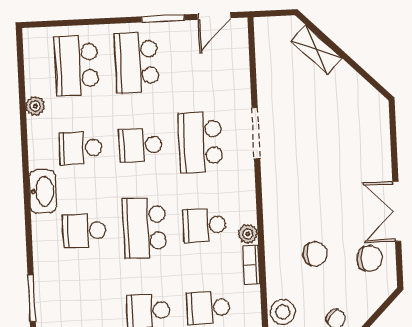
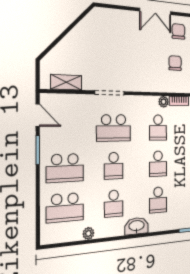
shelving: (316, 50) -> (66, 82), moved, turned 45
school desk: (144, 228) -> (158, 164), width x0.54

